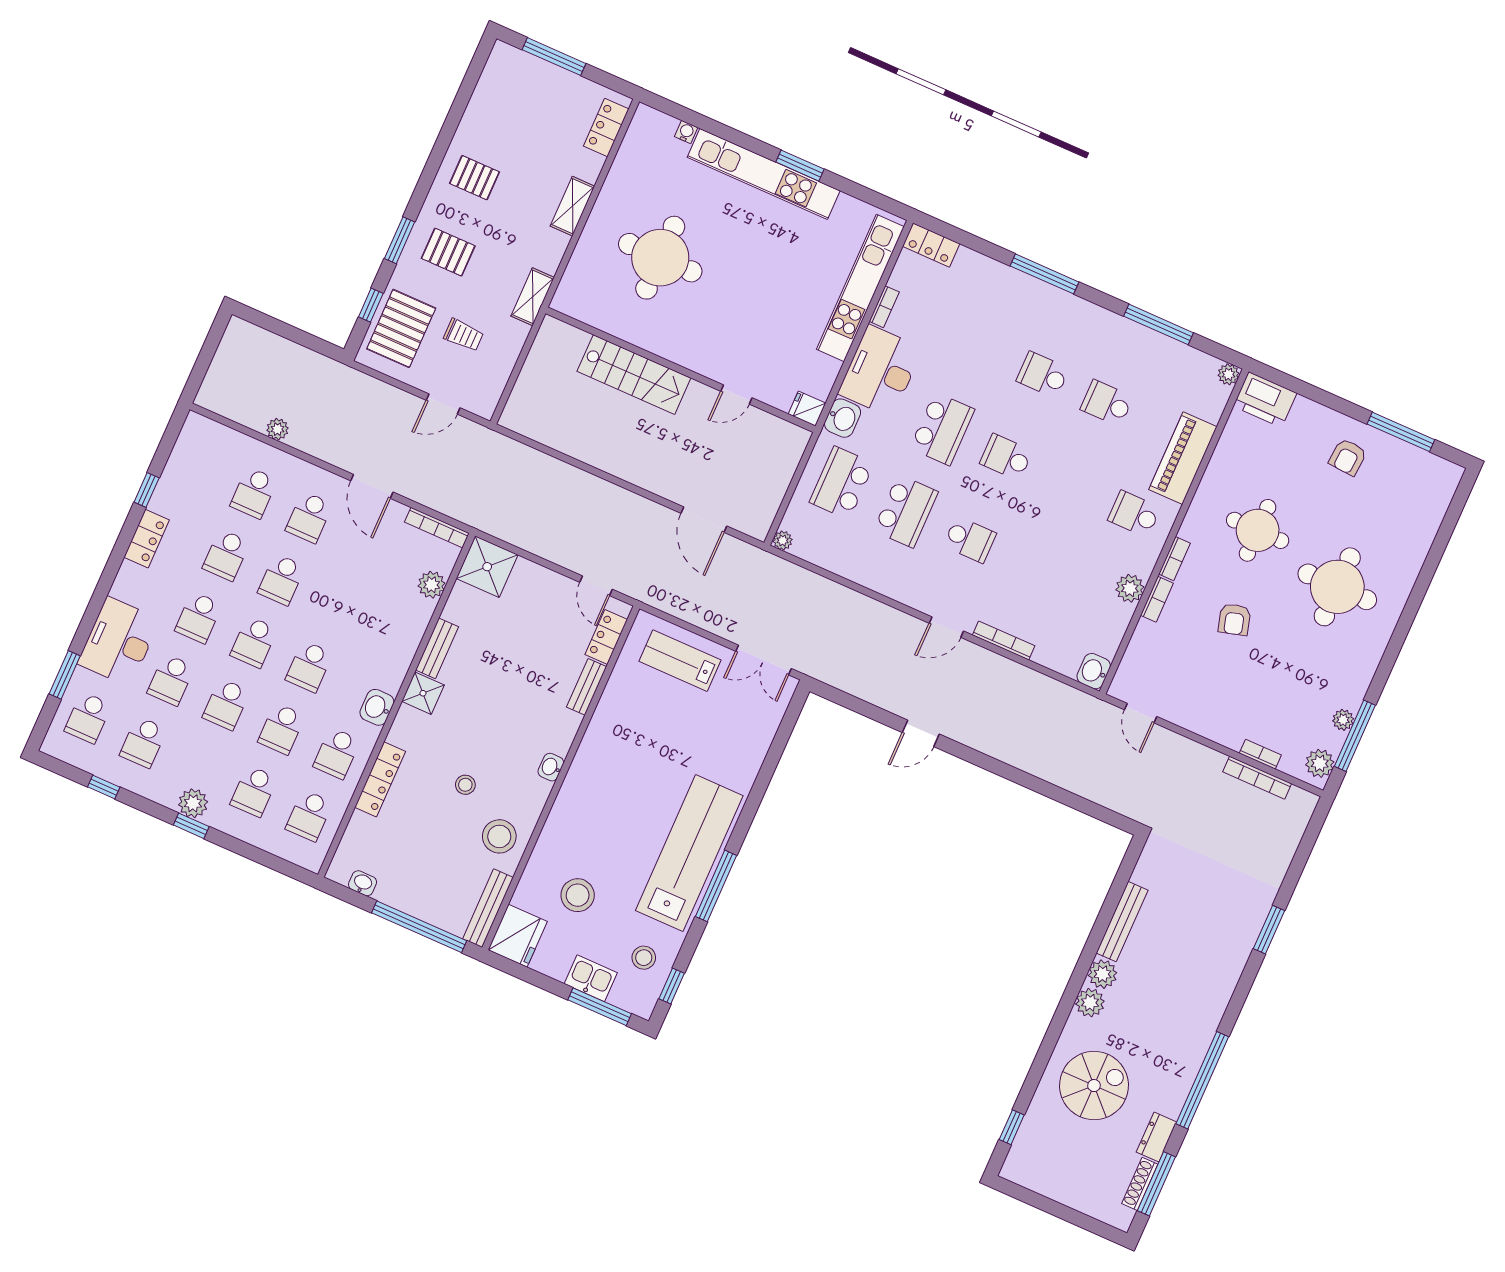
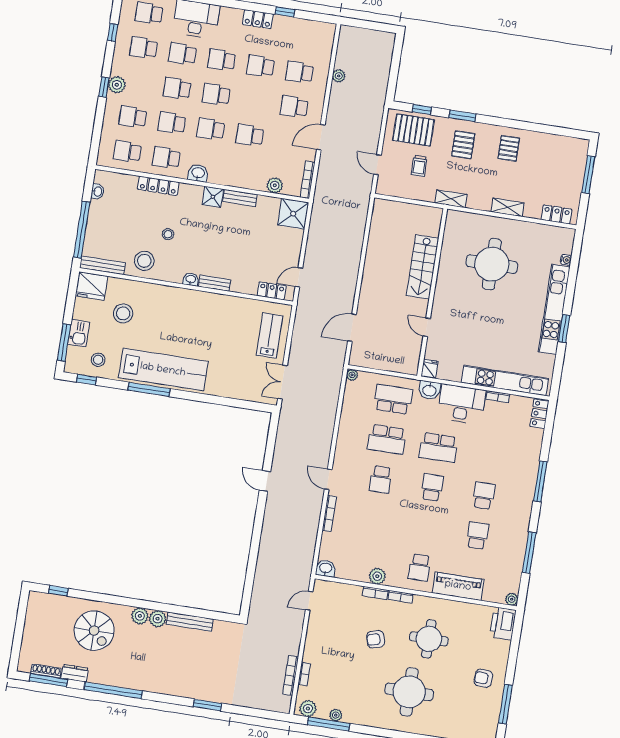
school desk: (1134, 514) -> (420, 568), turned 180
school desk: (281, 580) -> (250, 135), moved
bench: (587, 687) -> (214, 283), moved

